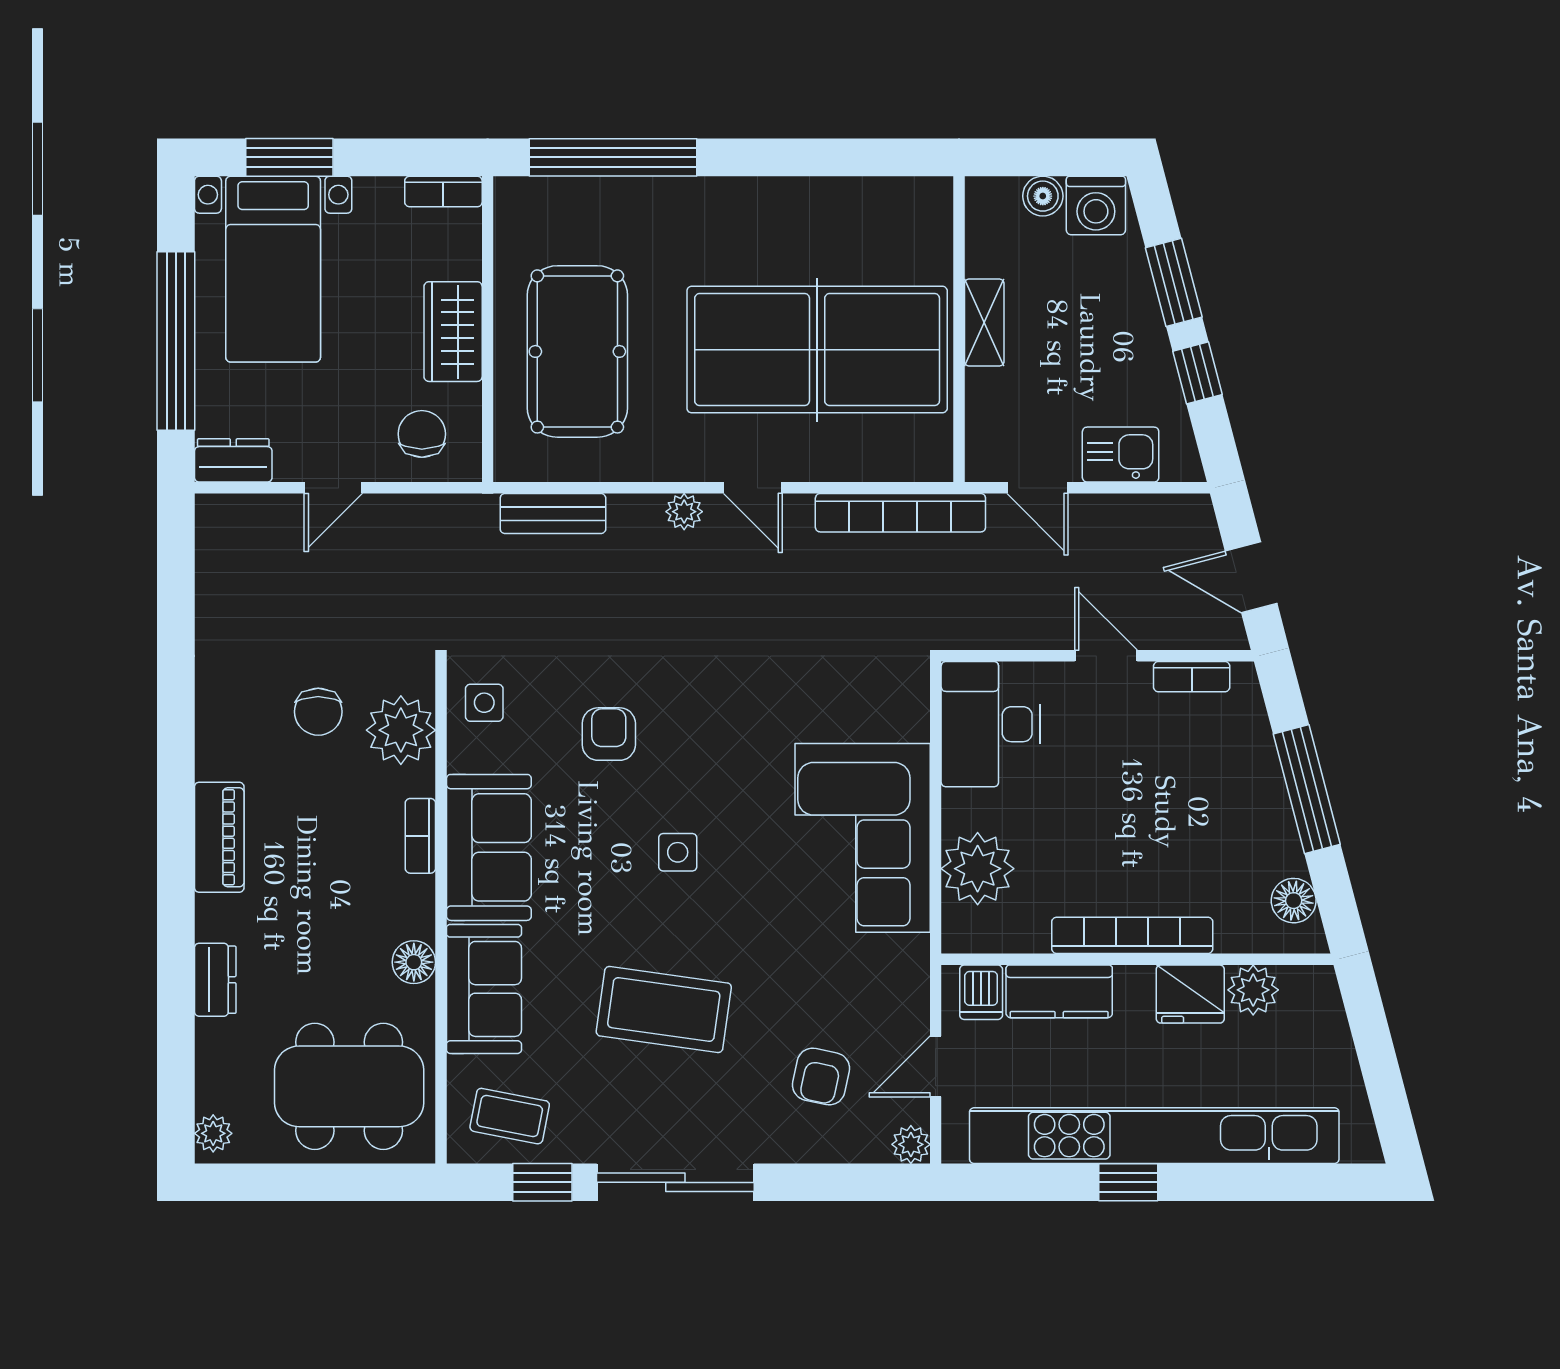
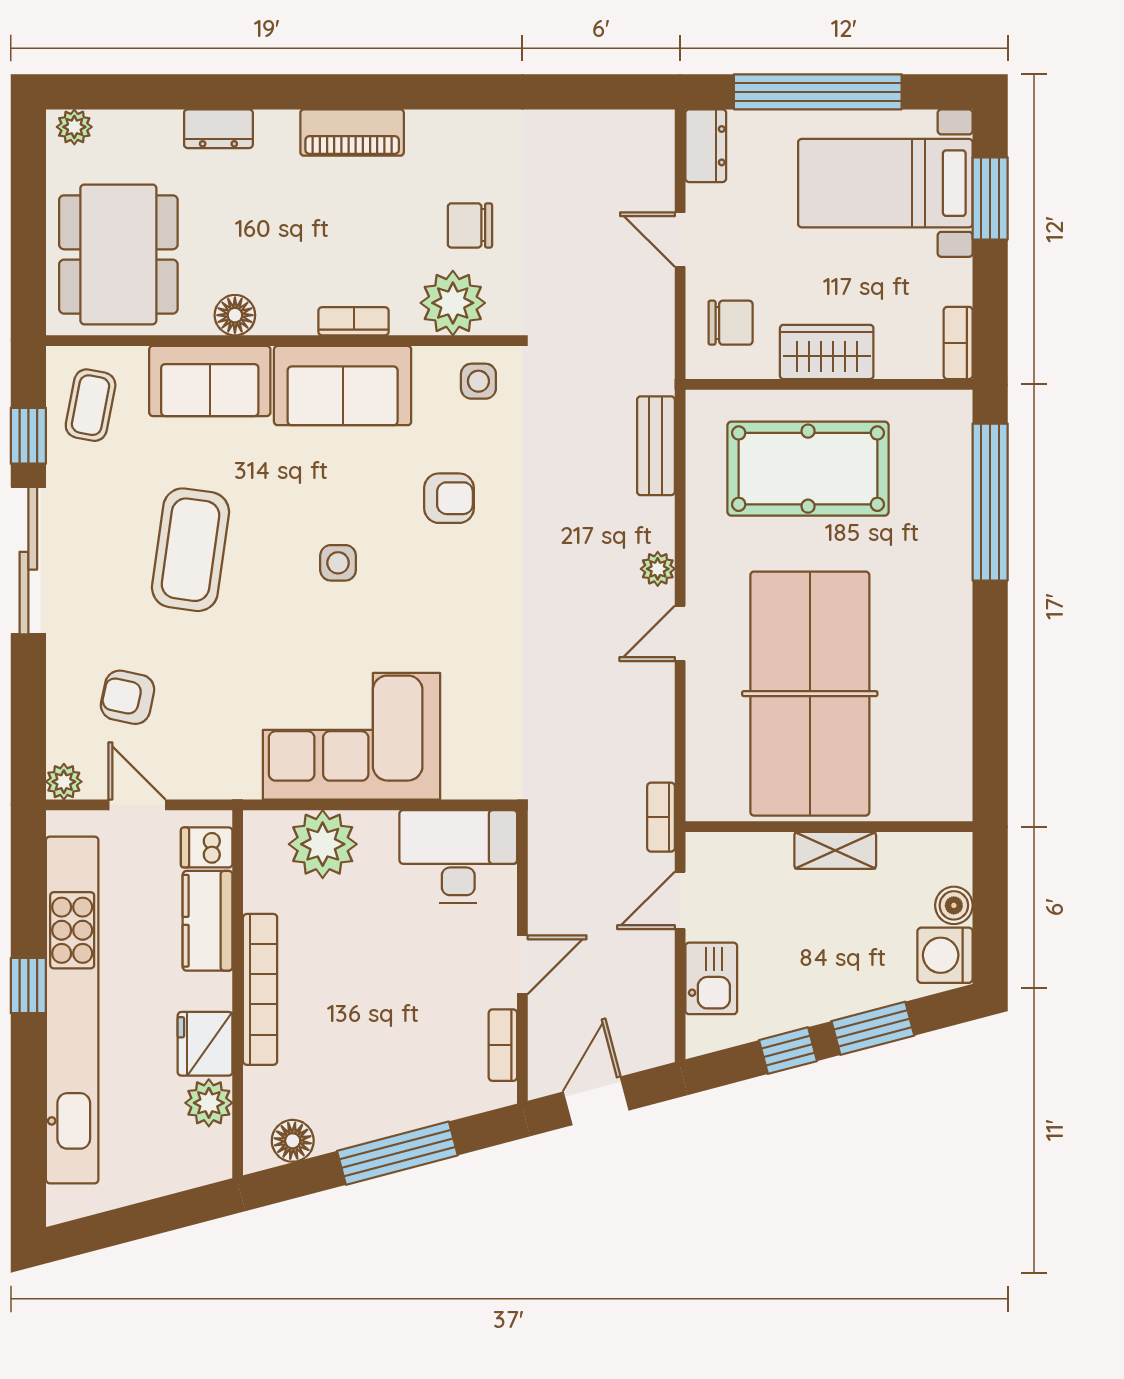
bookcase: (900, 513) -> (661, 817), width x0.43, depth x0.76

